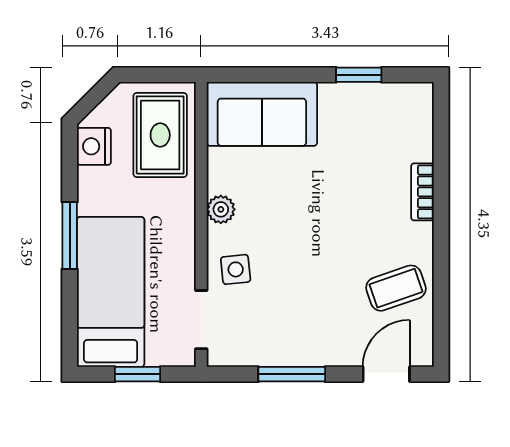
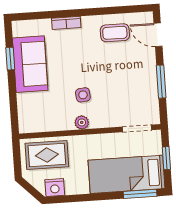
sofa: (262, 114) -> (30, 64), moved
window: (70, 235) -> (140, 194), moved
side table: (236, 269) -> (83, 95), moved
coffee table: (396, 288) -> (115, 33), turned -71

